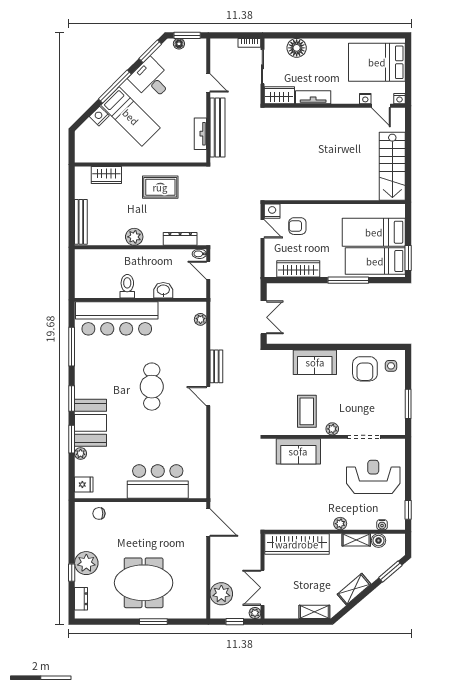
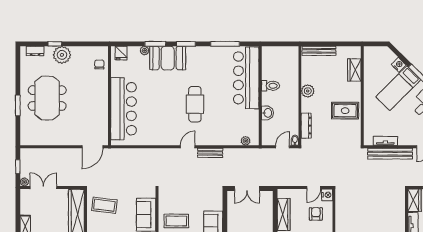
rug: (160, 187) -> (345, 111), turned 90
cafe table: (152, 387) -> (195, 104), turned 90
bar counter: (158, 481) -> (123, 109), width x1.36
coffee table: (286, 507) -> (104, 205), added
plant: (221, 594) -> (39, 157), removed

